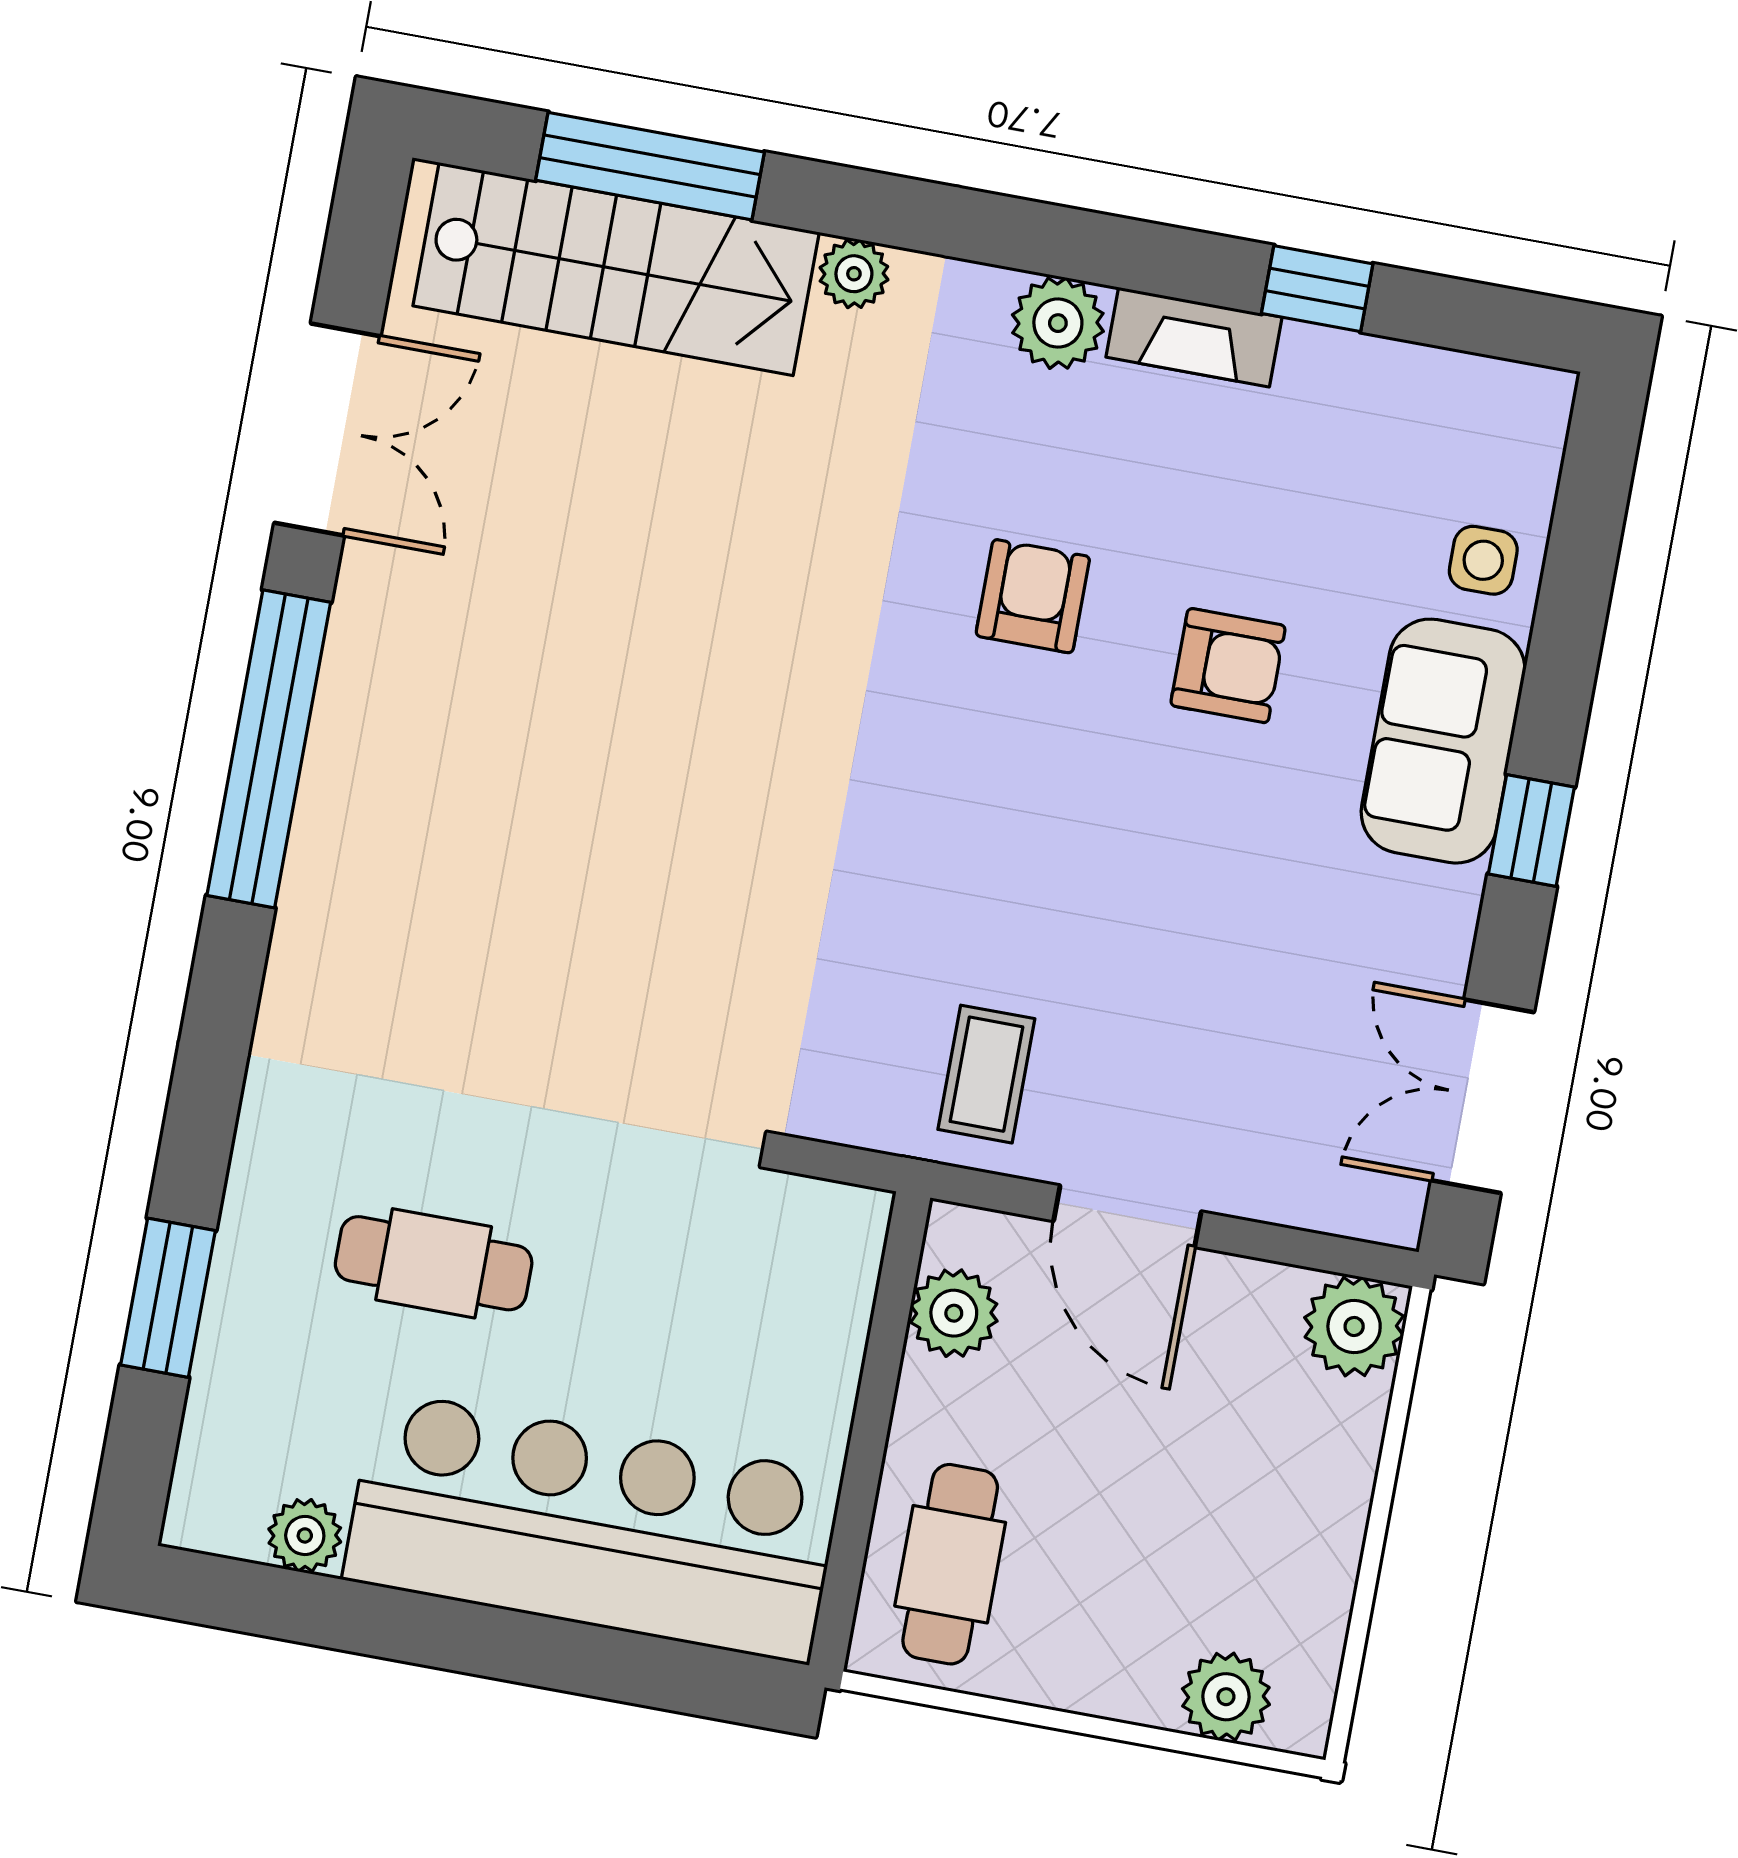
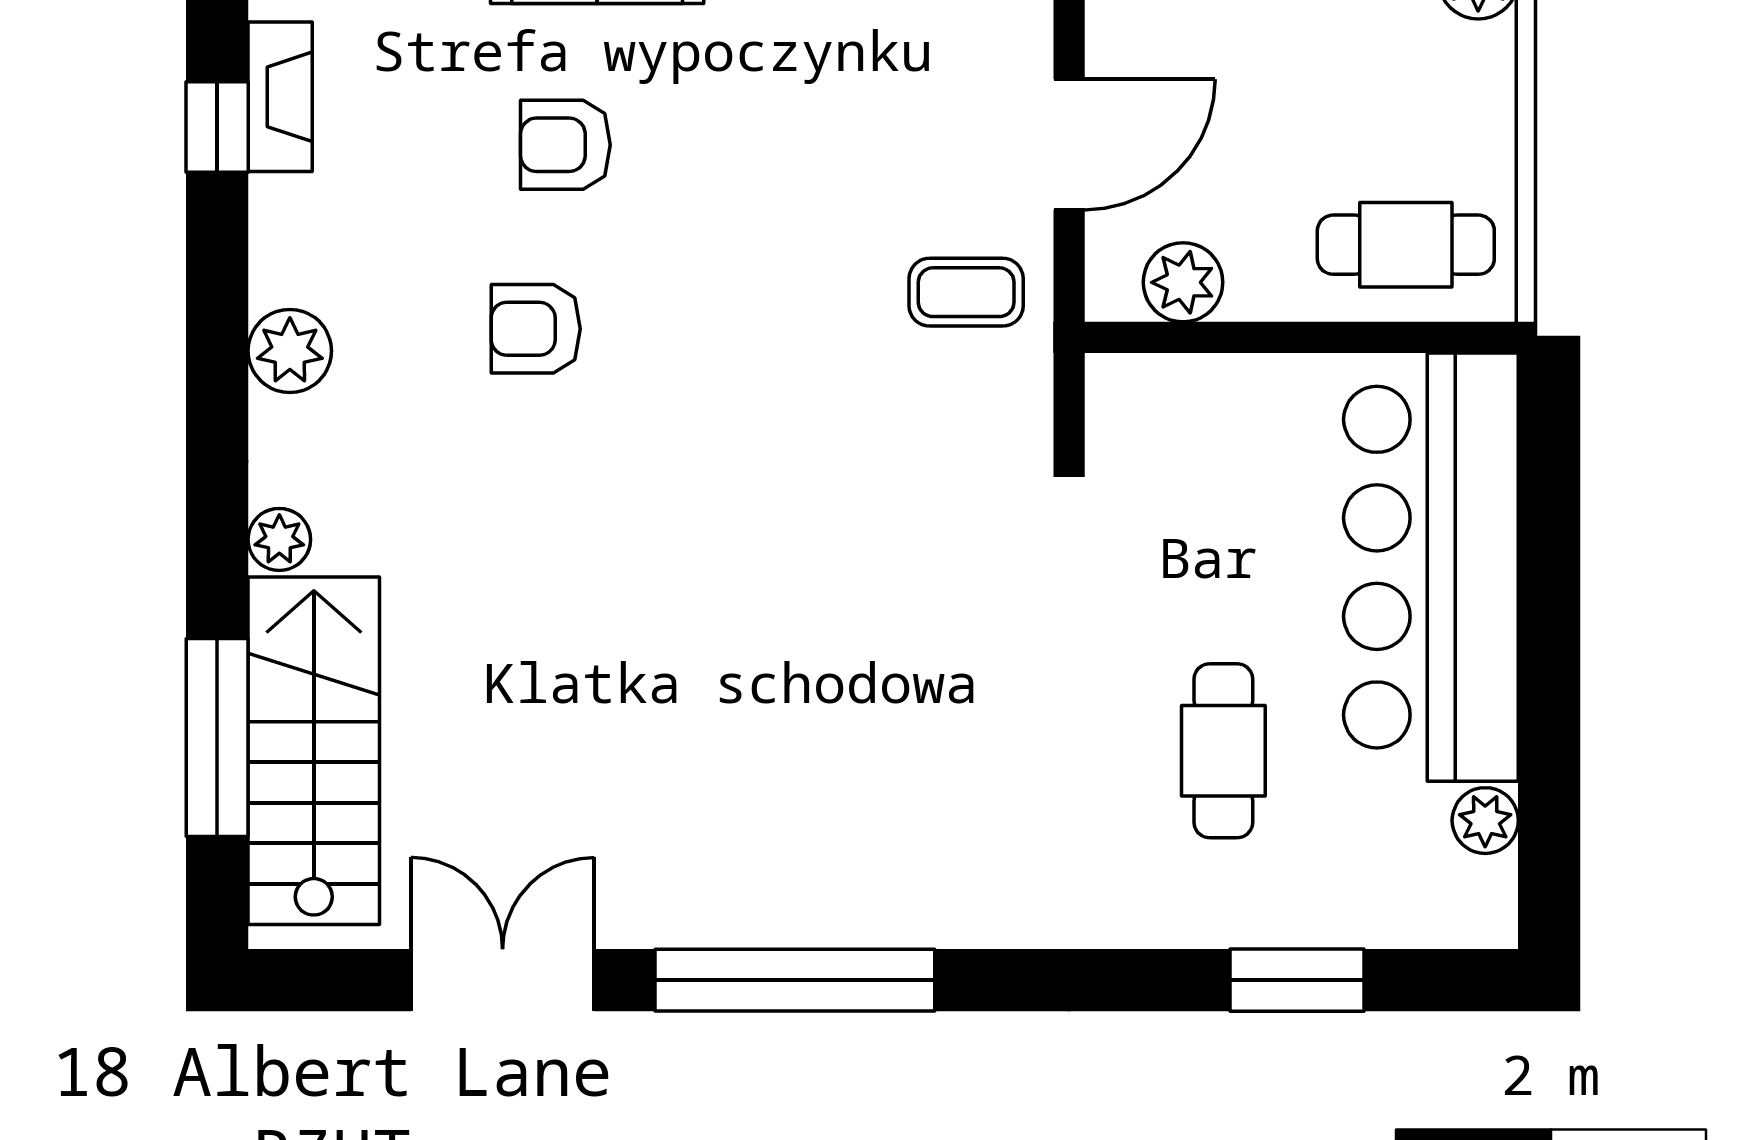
fireplace: (1194, 337) -> (280, 97), moved
armchair: (1228, 666) -> (565, 145), turned -90

